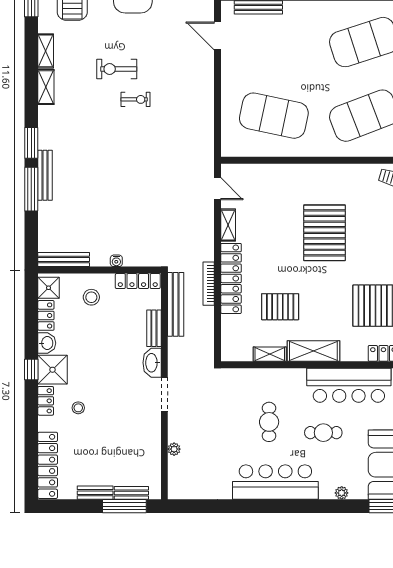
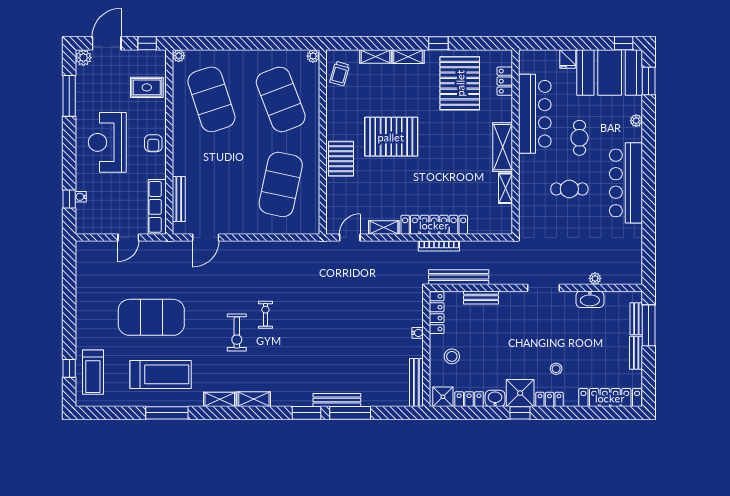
pallet: (280, 307) -> (341, 159), moved
washbasin: (152, 363) -> (590, 299), moved

